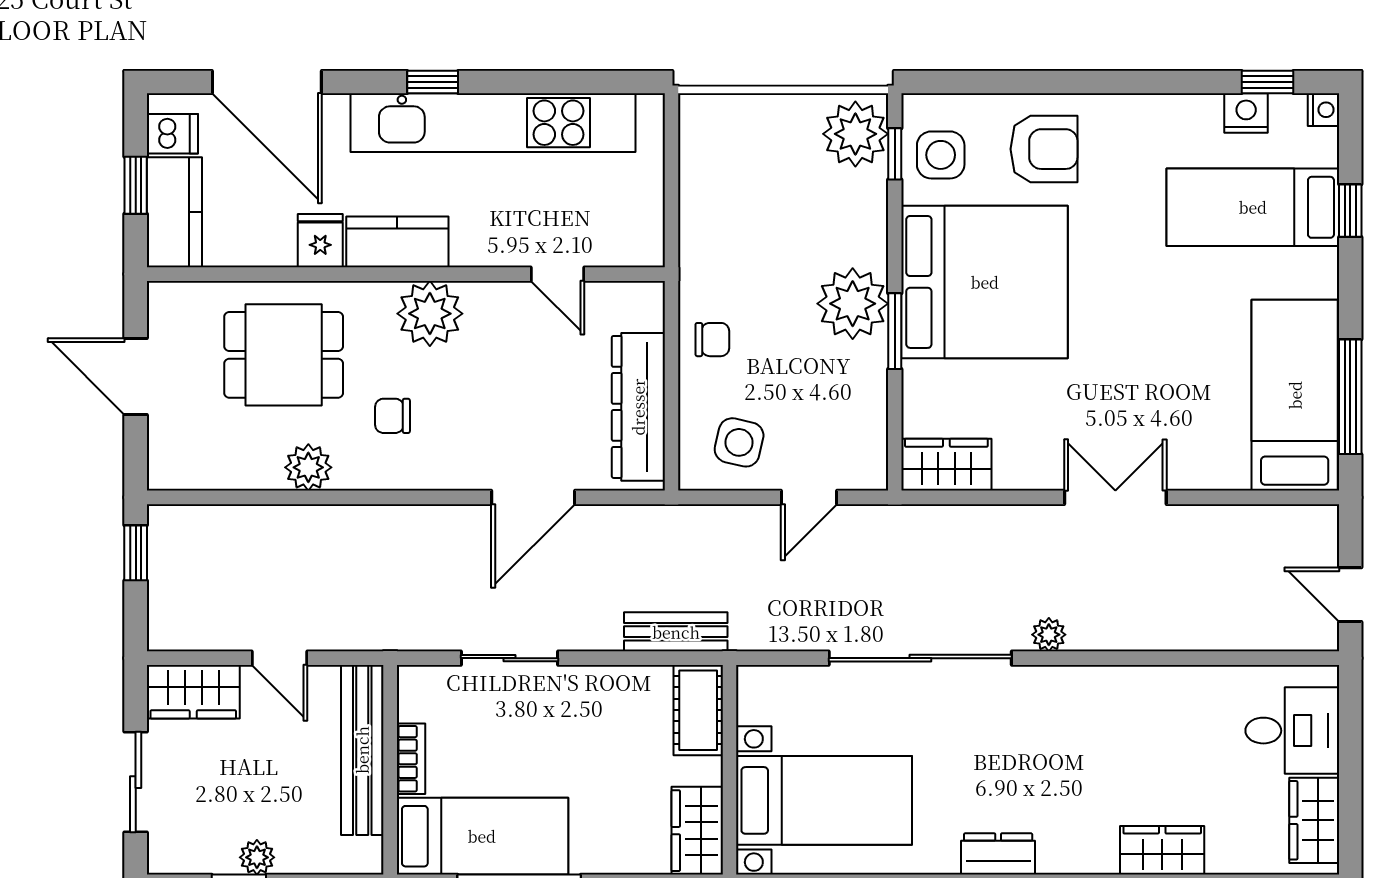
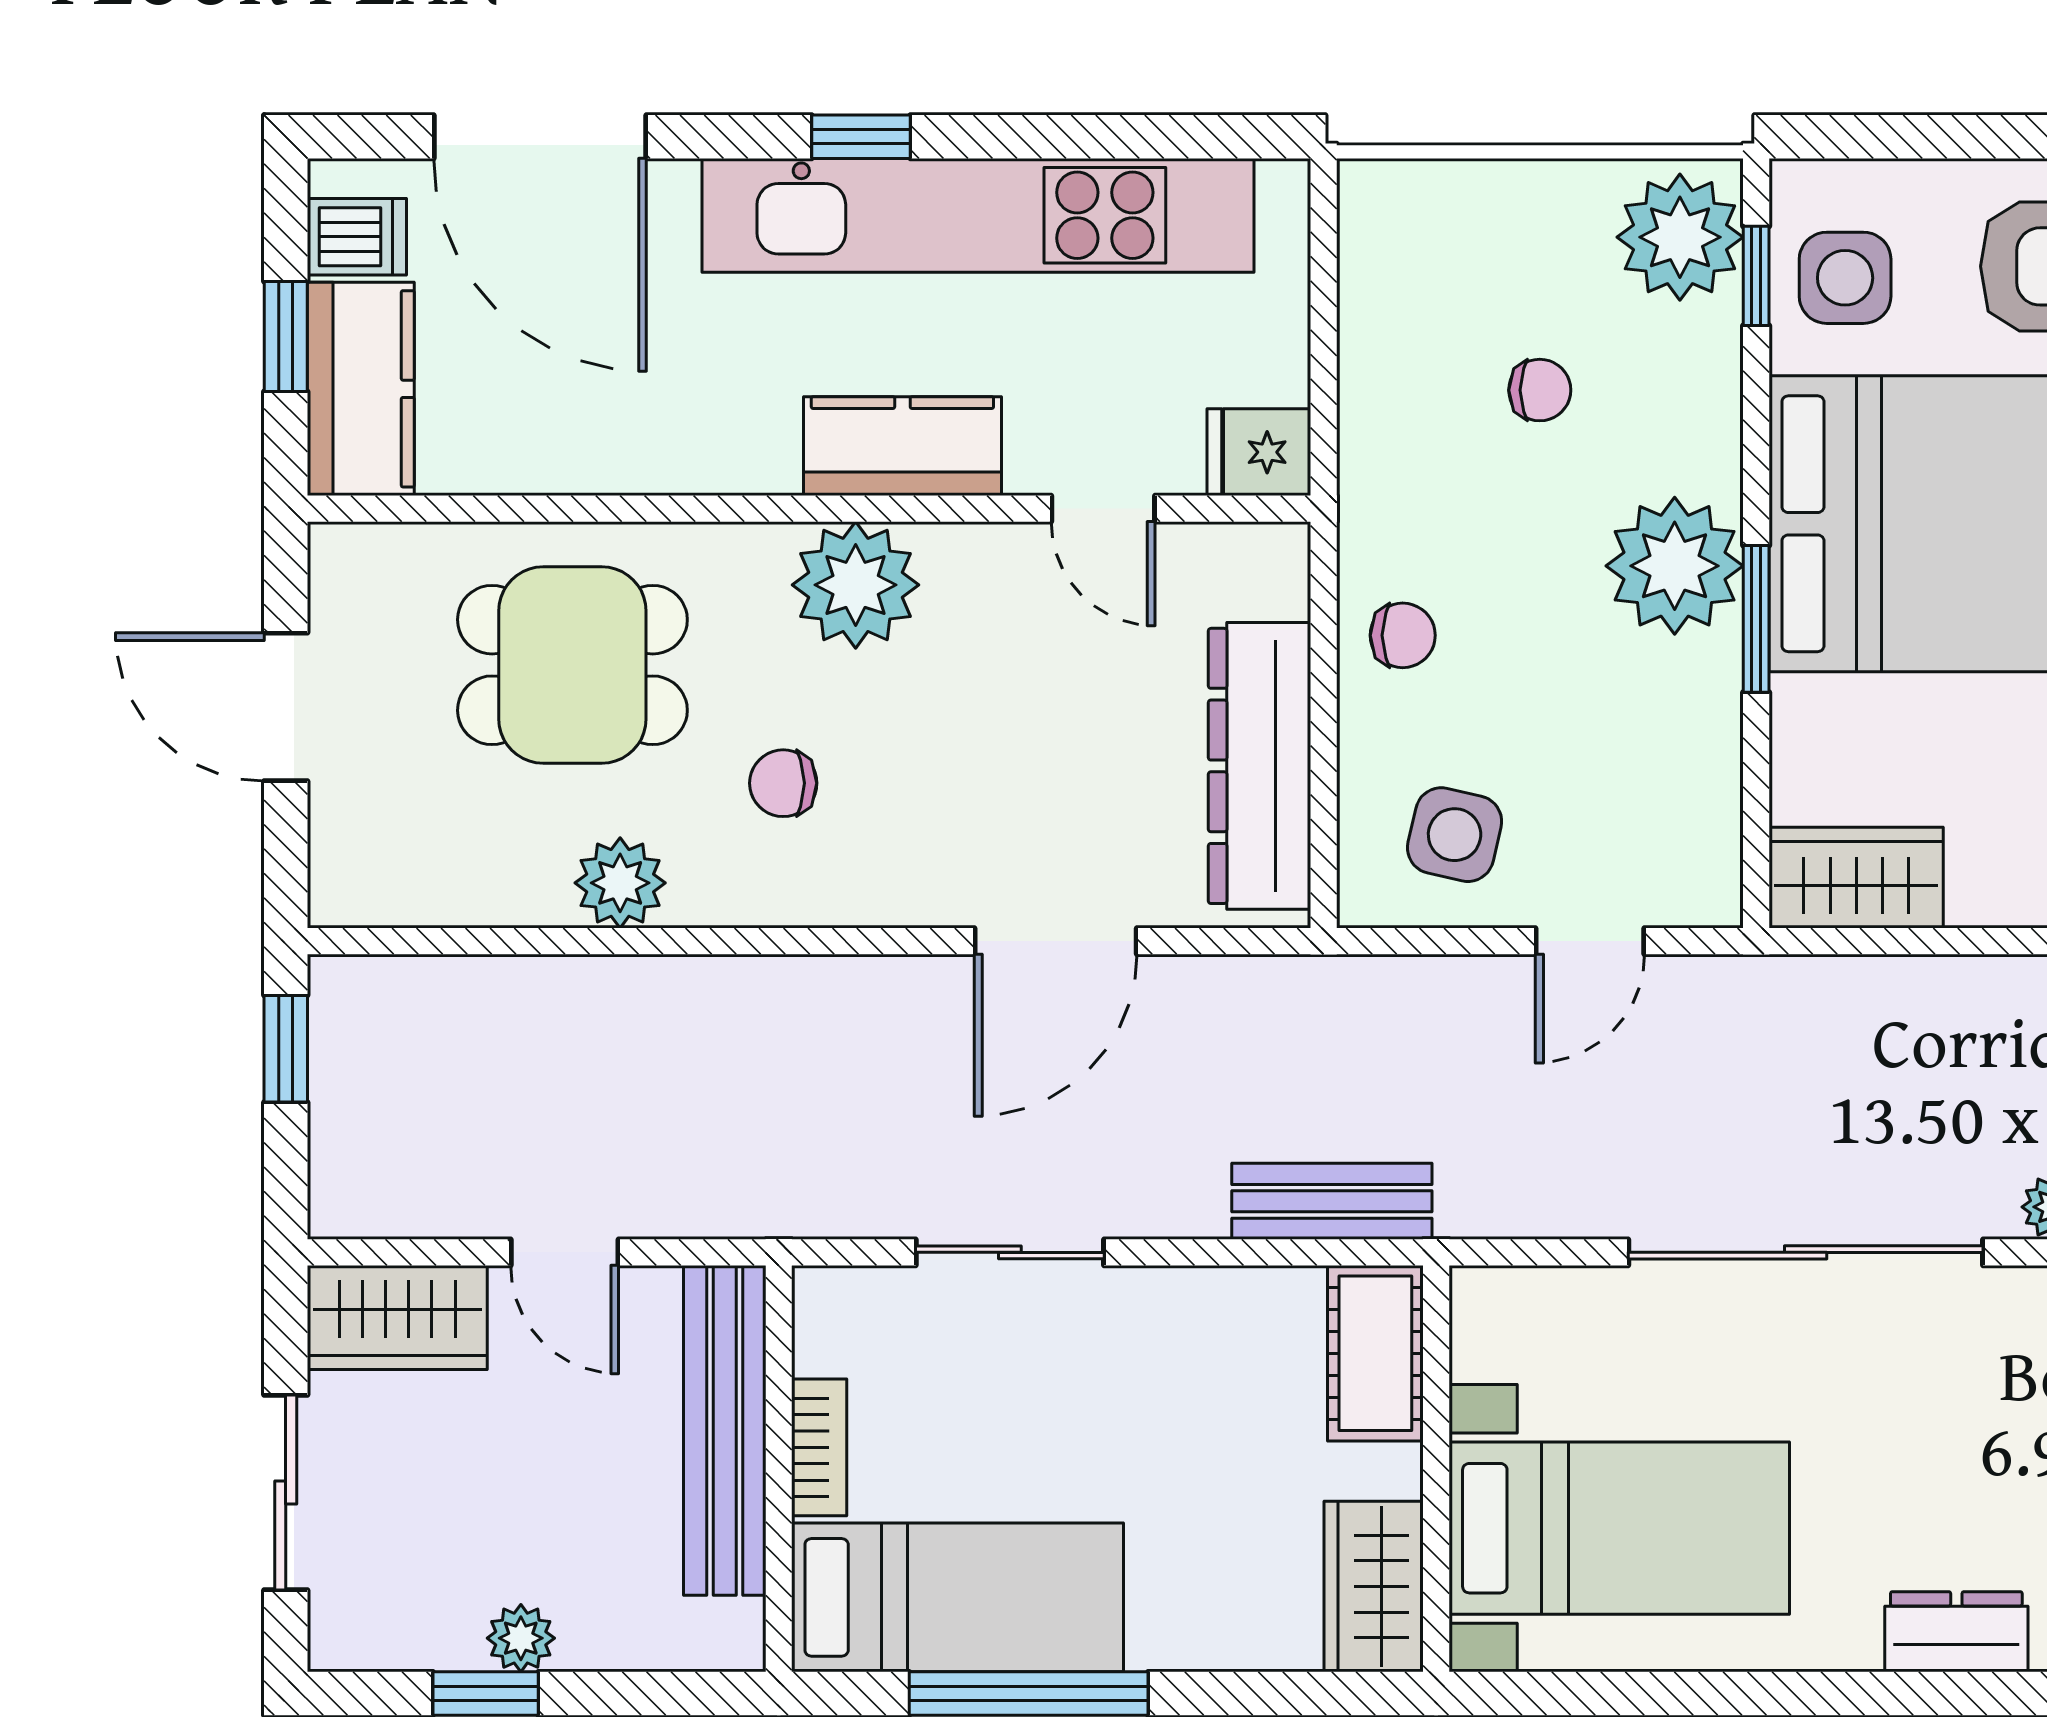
chair: (783, 213) -> (1540, 390), added
fridge: (320, 241) -> (1259, 452), moved, turned -90
kitchen counter: (397, 242) -> (902, 446), moved

